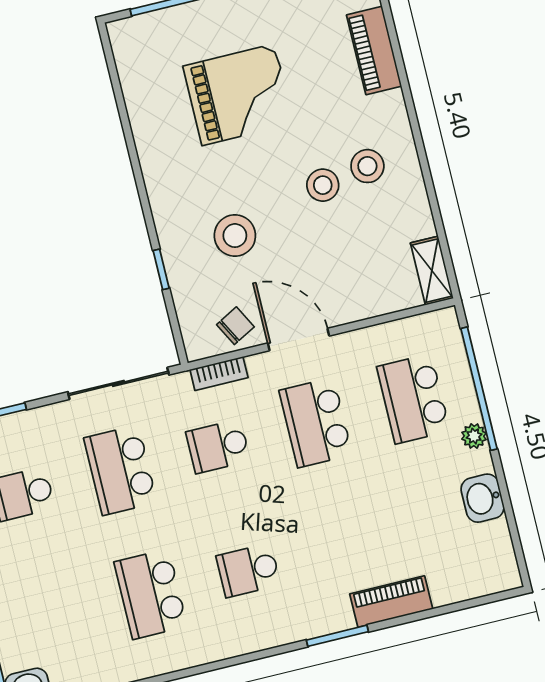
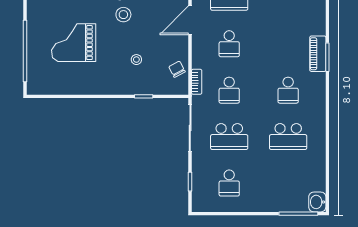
grand piano: (238, 95) -> (74, 43), turned -90
stool: (235, 236) -> (136, 60), width x0.53, depth x0.53
door: (299, 339) -> (190, 20), moved
school desk: (316, 423) -> (229, 44), width x0.54
piano: (391, 602) -> (318, 54), moved

